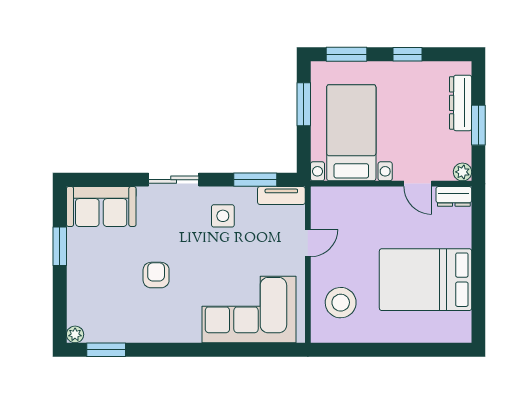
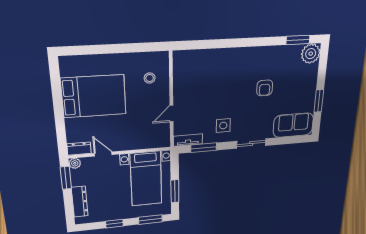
window: (478, 125) -> (66, 178), moved
stool: (341, 303) -> (150, 78), width x0.53, depth x0.53
corner sofa: (249, 309) -> (209, 70), removed
plant: (75, 334) -> (311, 54), width x1.88, depth x1.88

